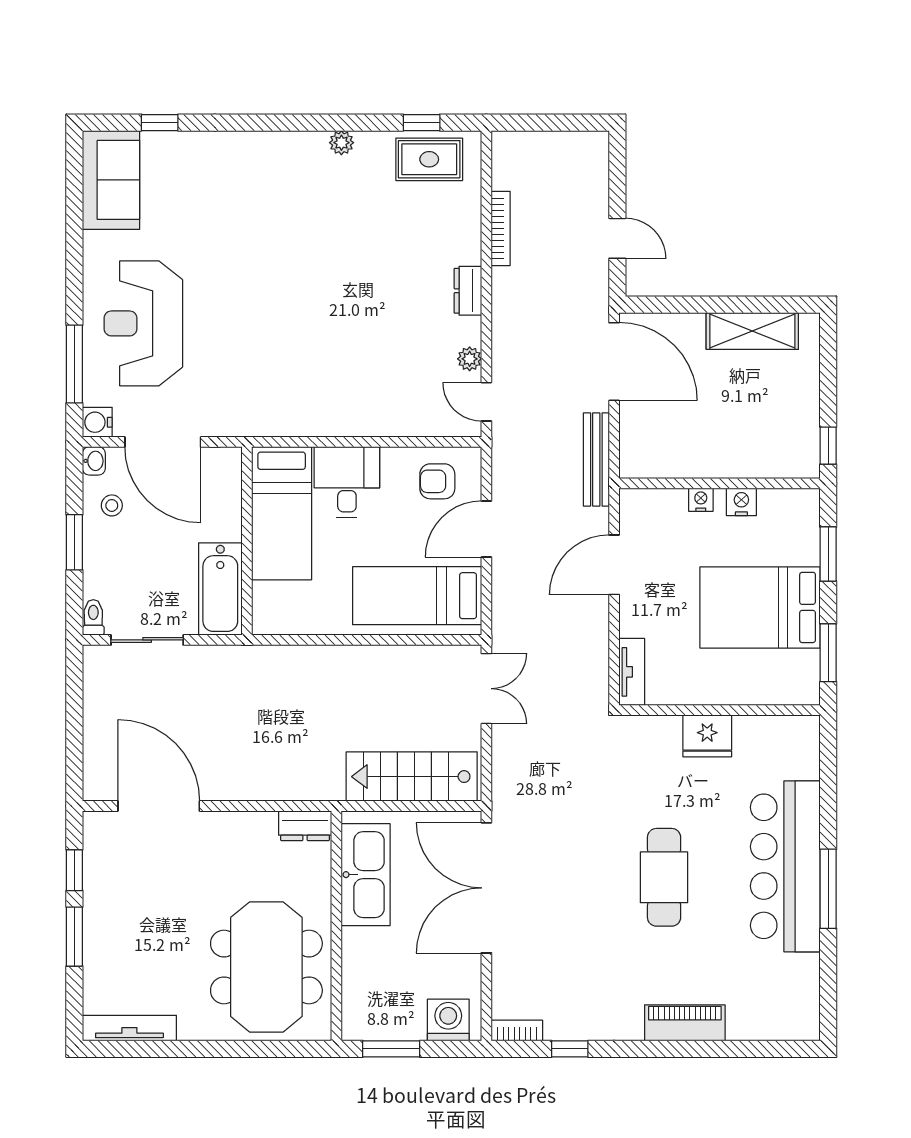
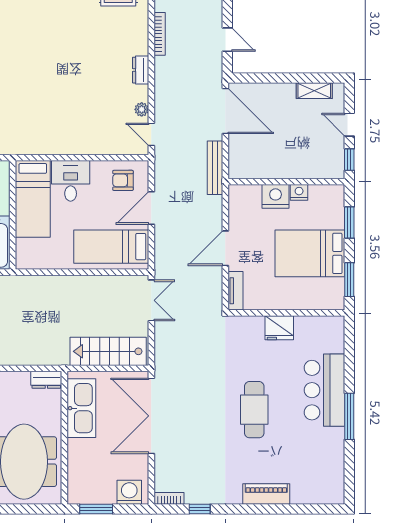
shelving: (752, 331) -> (314, 91), width x0.67, depth x0.75
door: (828, 385) -> (349, 125), added
nightstand: (701, 500) -> (276, 196), width x1.89, depth x1.79
door: (614, 565) -> (225, 248), moved
bar counter: (785, 866) -> (324, 390), width x0.73

